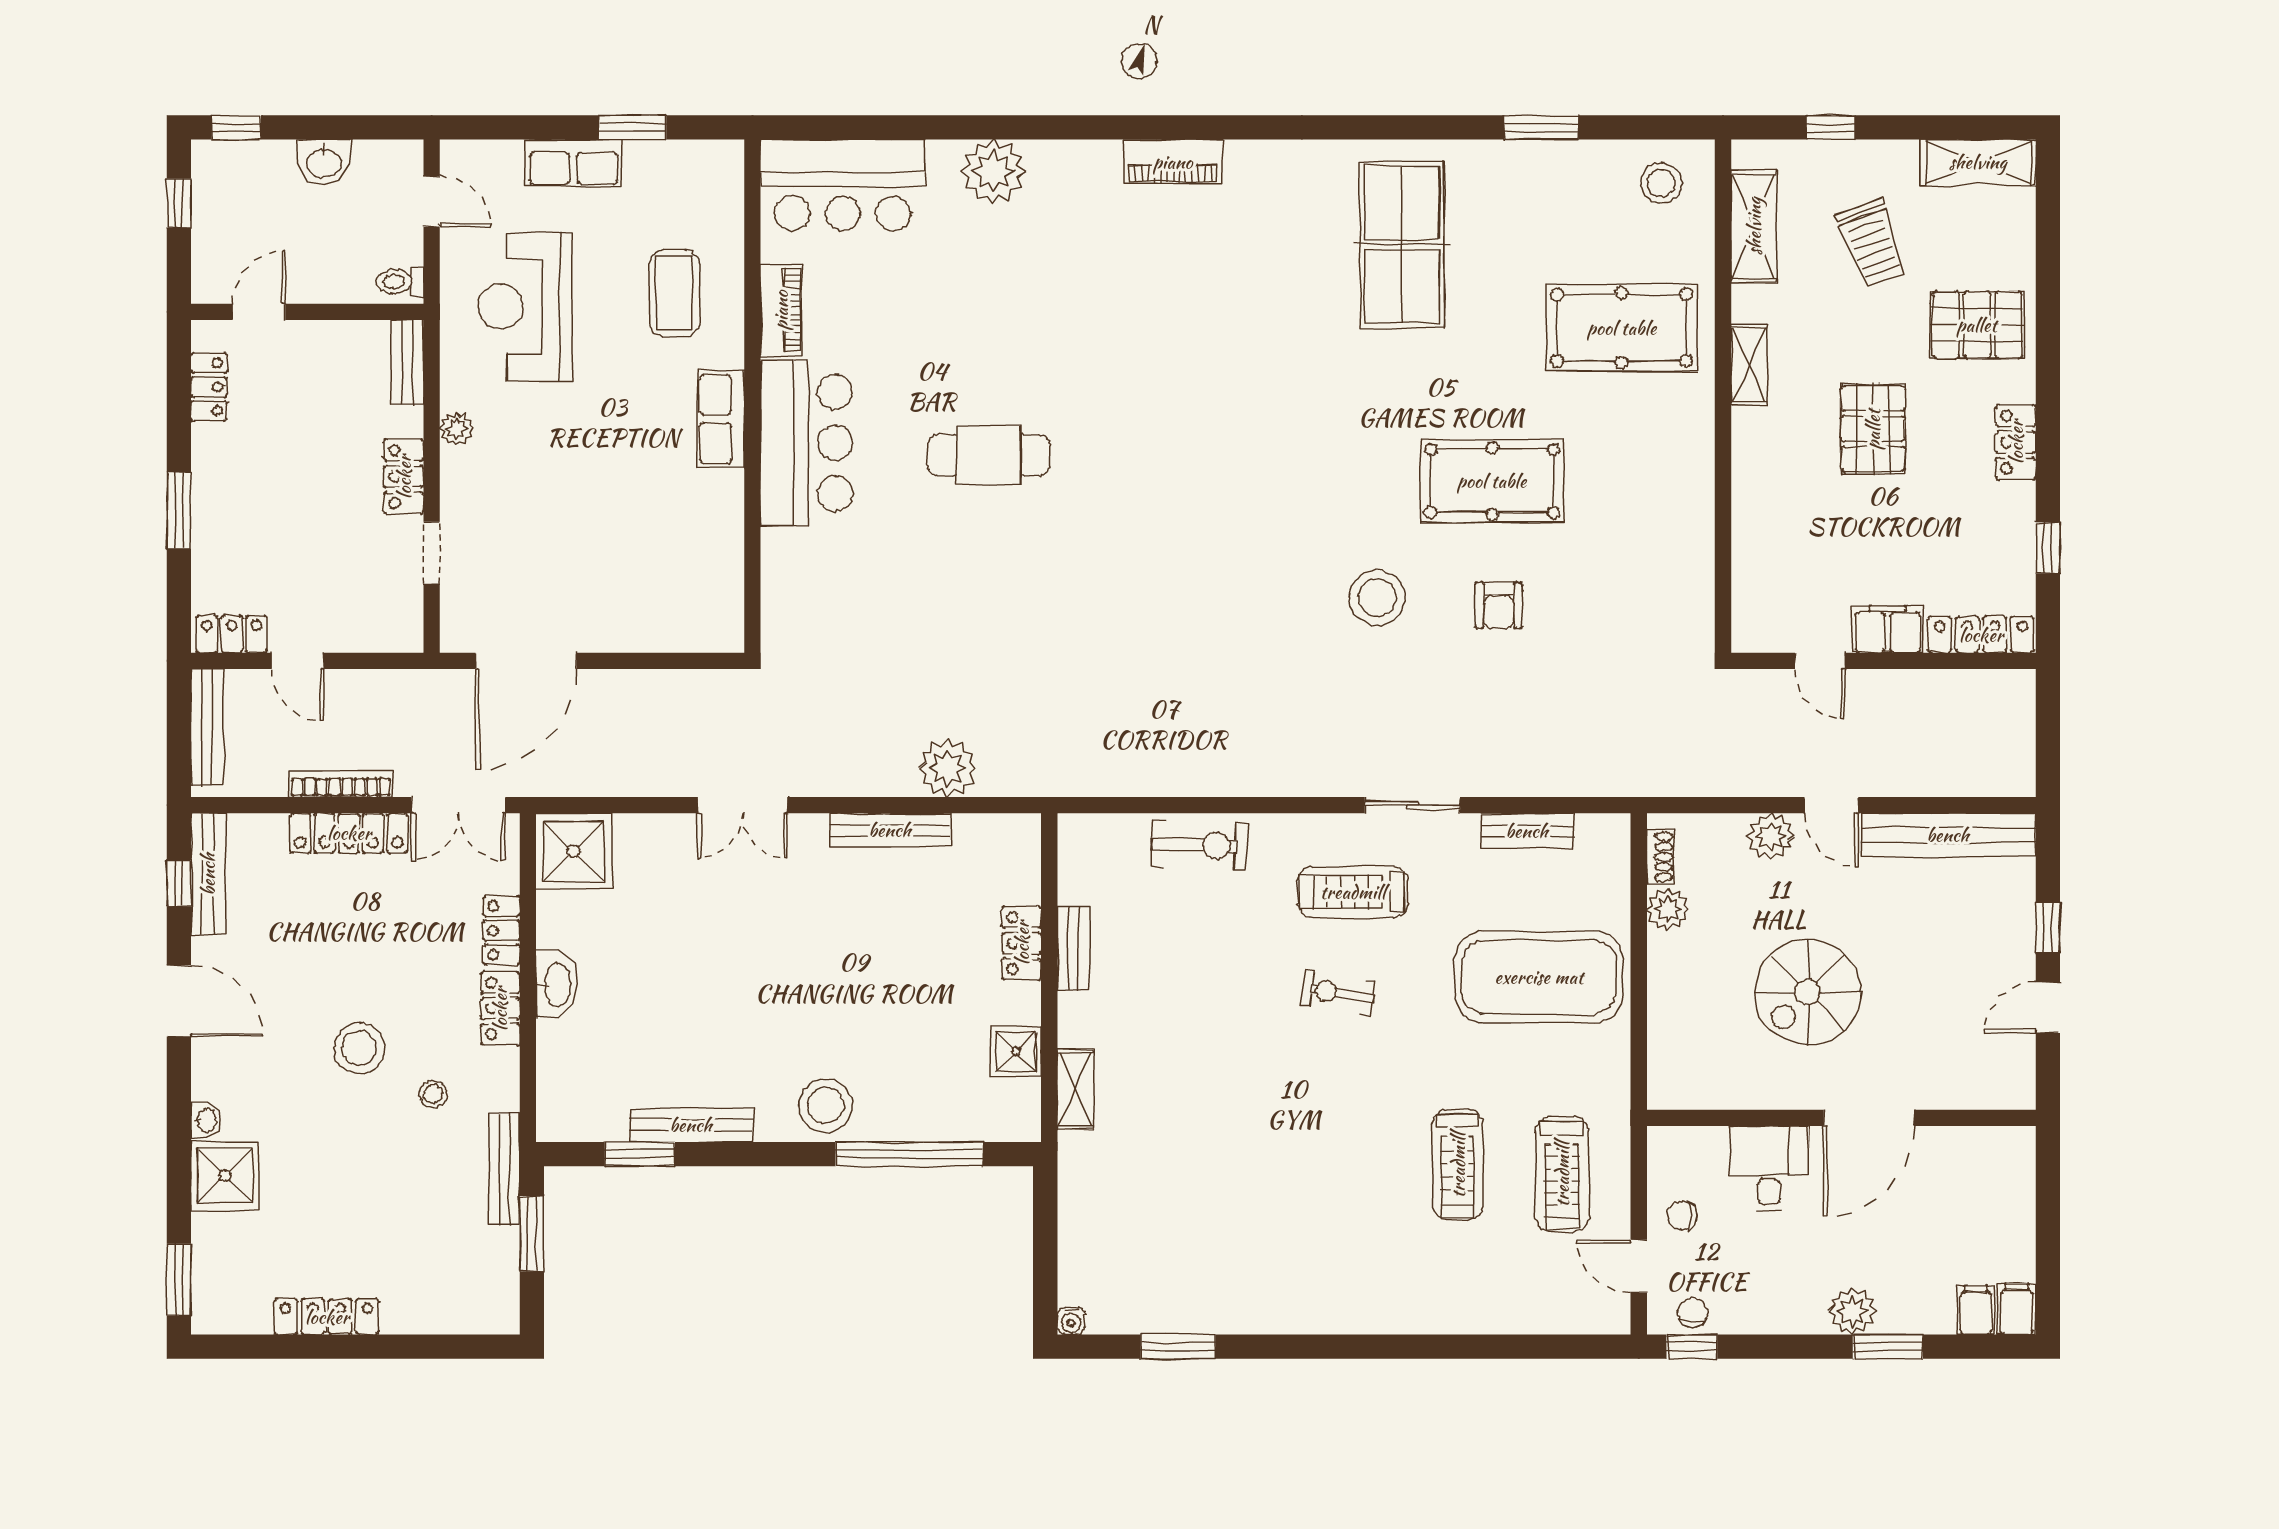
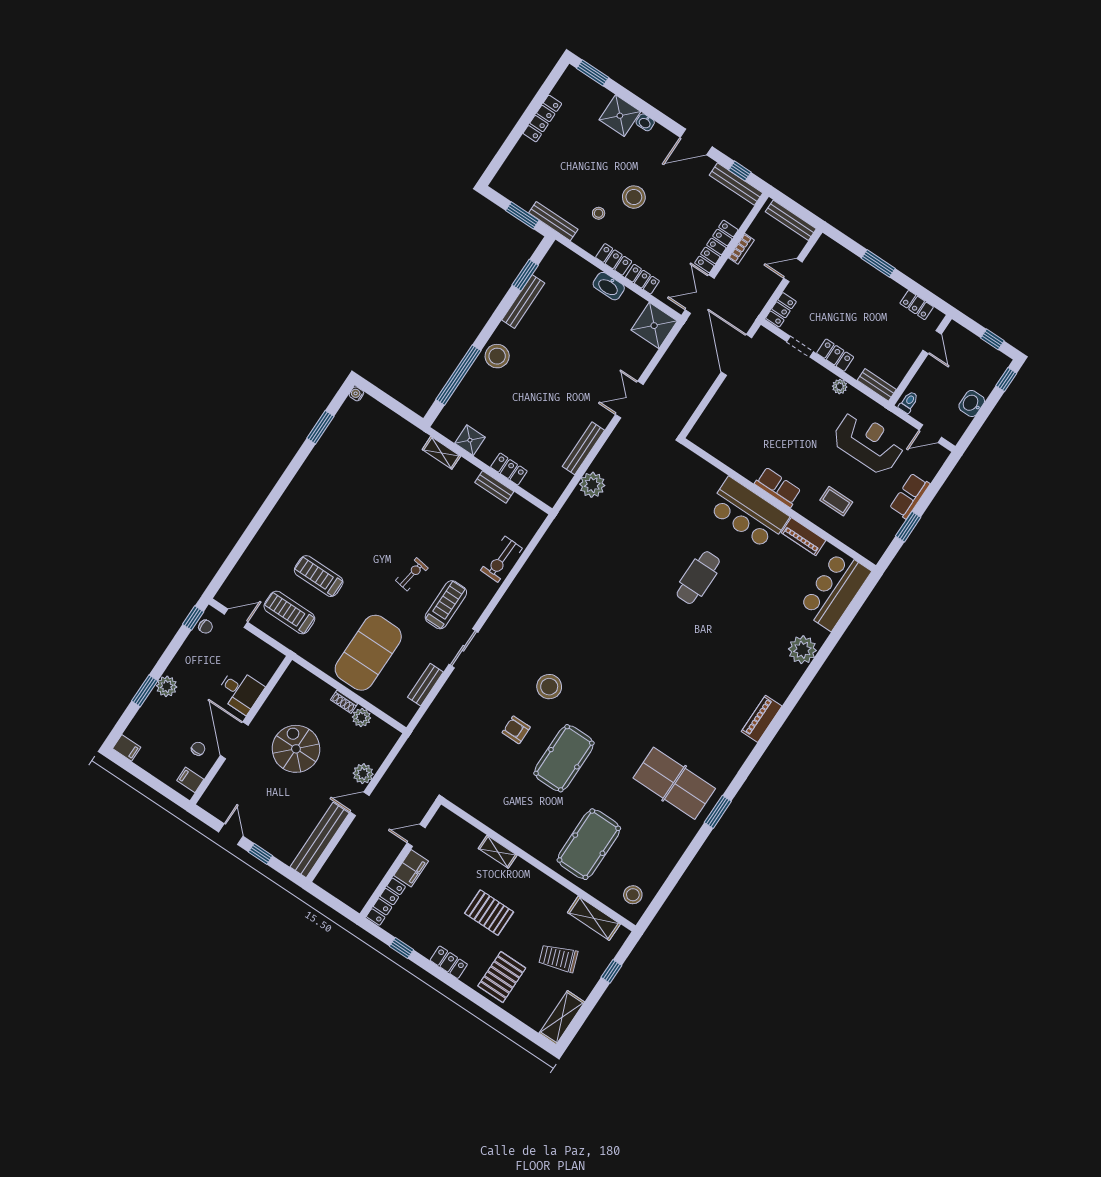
window: (1541, 127) -> (718, 812), moved
coffee table: (674, 293) -> (836, 501), width x0.73, depth x0.77
shelving: (1749, 365) -> (498, 852), moved
locker: (232, 634) -> (781, 310), moved
bookcase: (341, 784) -> (741, 249), width x0.64
shoe rack: (1660, 857) -> (344, 702), moved
chair: (1682, 1216) -> (198, 749), moved
filing cabinet: (1976, 1310) -> (190, 780), moved, turned 180

